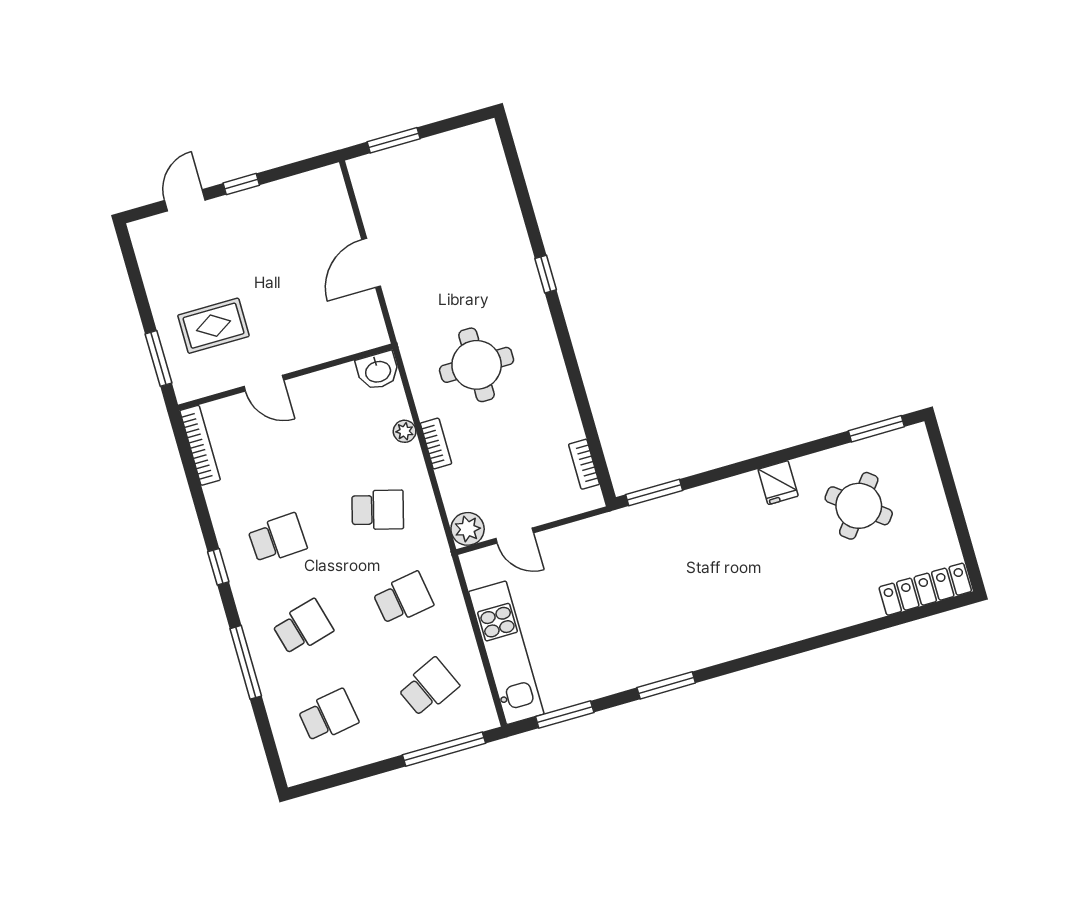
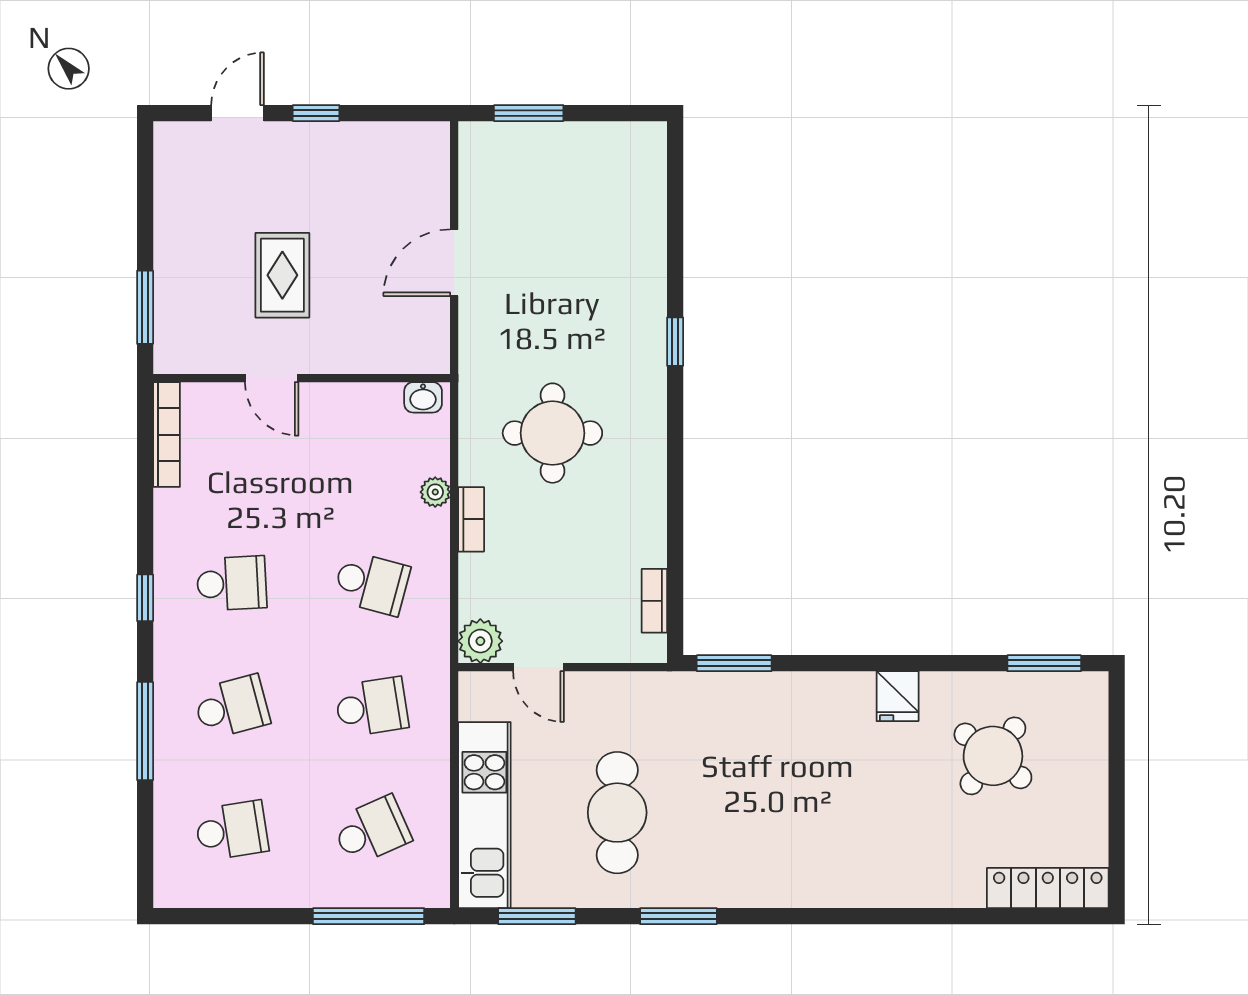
rug: (213, 326) -> (282, 275), moved, turned 90
washbasin: (378, 371) -> (423, 397), width x0.72, depth x0.69
cafe table: (601, 624) -> (617, 813), added

